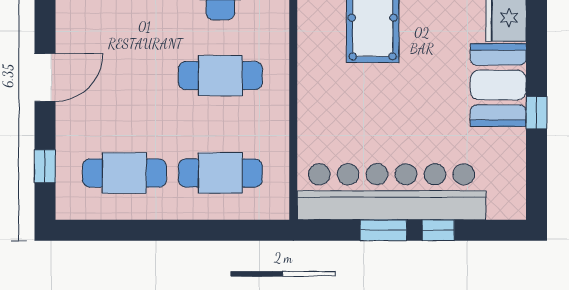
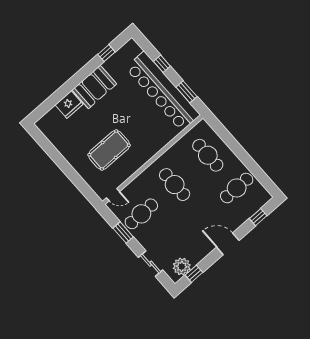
window: (536, 113) -> (106, 53), moved
cafe table: (124, 173) -> (237, 188), turned 90
window: (383, 230) -> (187, 92), moved

